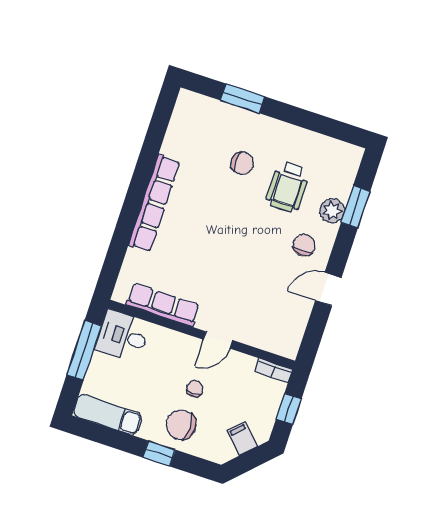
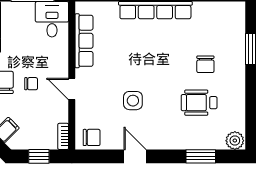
plant: (332, 211) -> (235, 141), moved
chair: (304, 245) -> (92, 137), moved
side table: (258, 269) -> (133, 101), added

